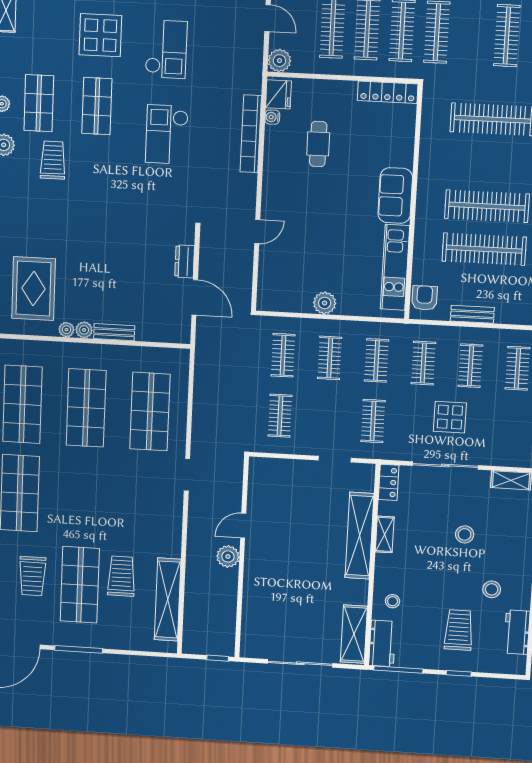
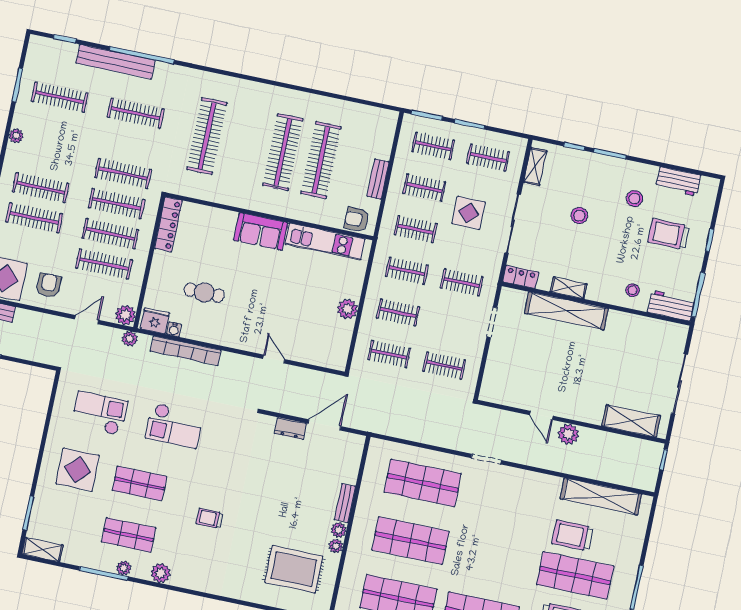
plant: (254, 69) -> (130, 339), added
trolley: (53, 160) -> (210, 518), moved, width x0.73, depth x0.72
clothes rail: (513, 429) -> (488, 158), added
shelving: (354, 634) -> (631, 421), moved

